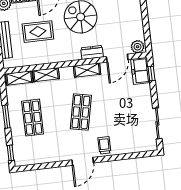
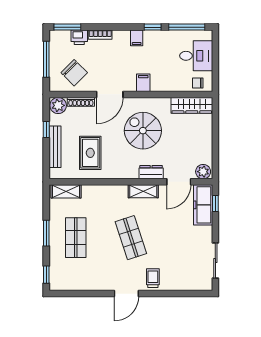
rug: (38, 32) -> (90, 153), moved, turned 90
freezer: (140, 71) -> (203, 205), width x1.40
shelving: (46, 75) -> (96, 191), removed
shop shelf: (81, 112) -> (131, 238), turned -30

